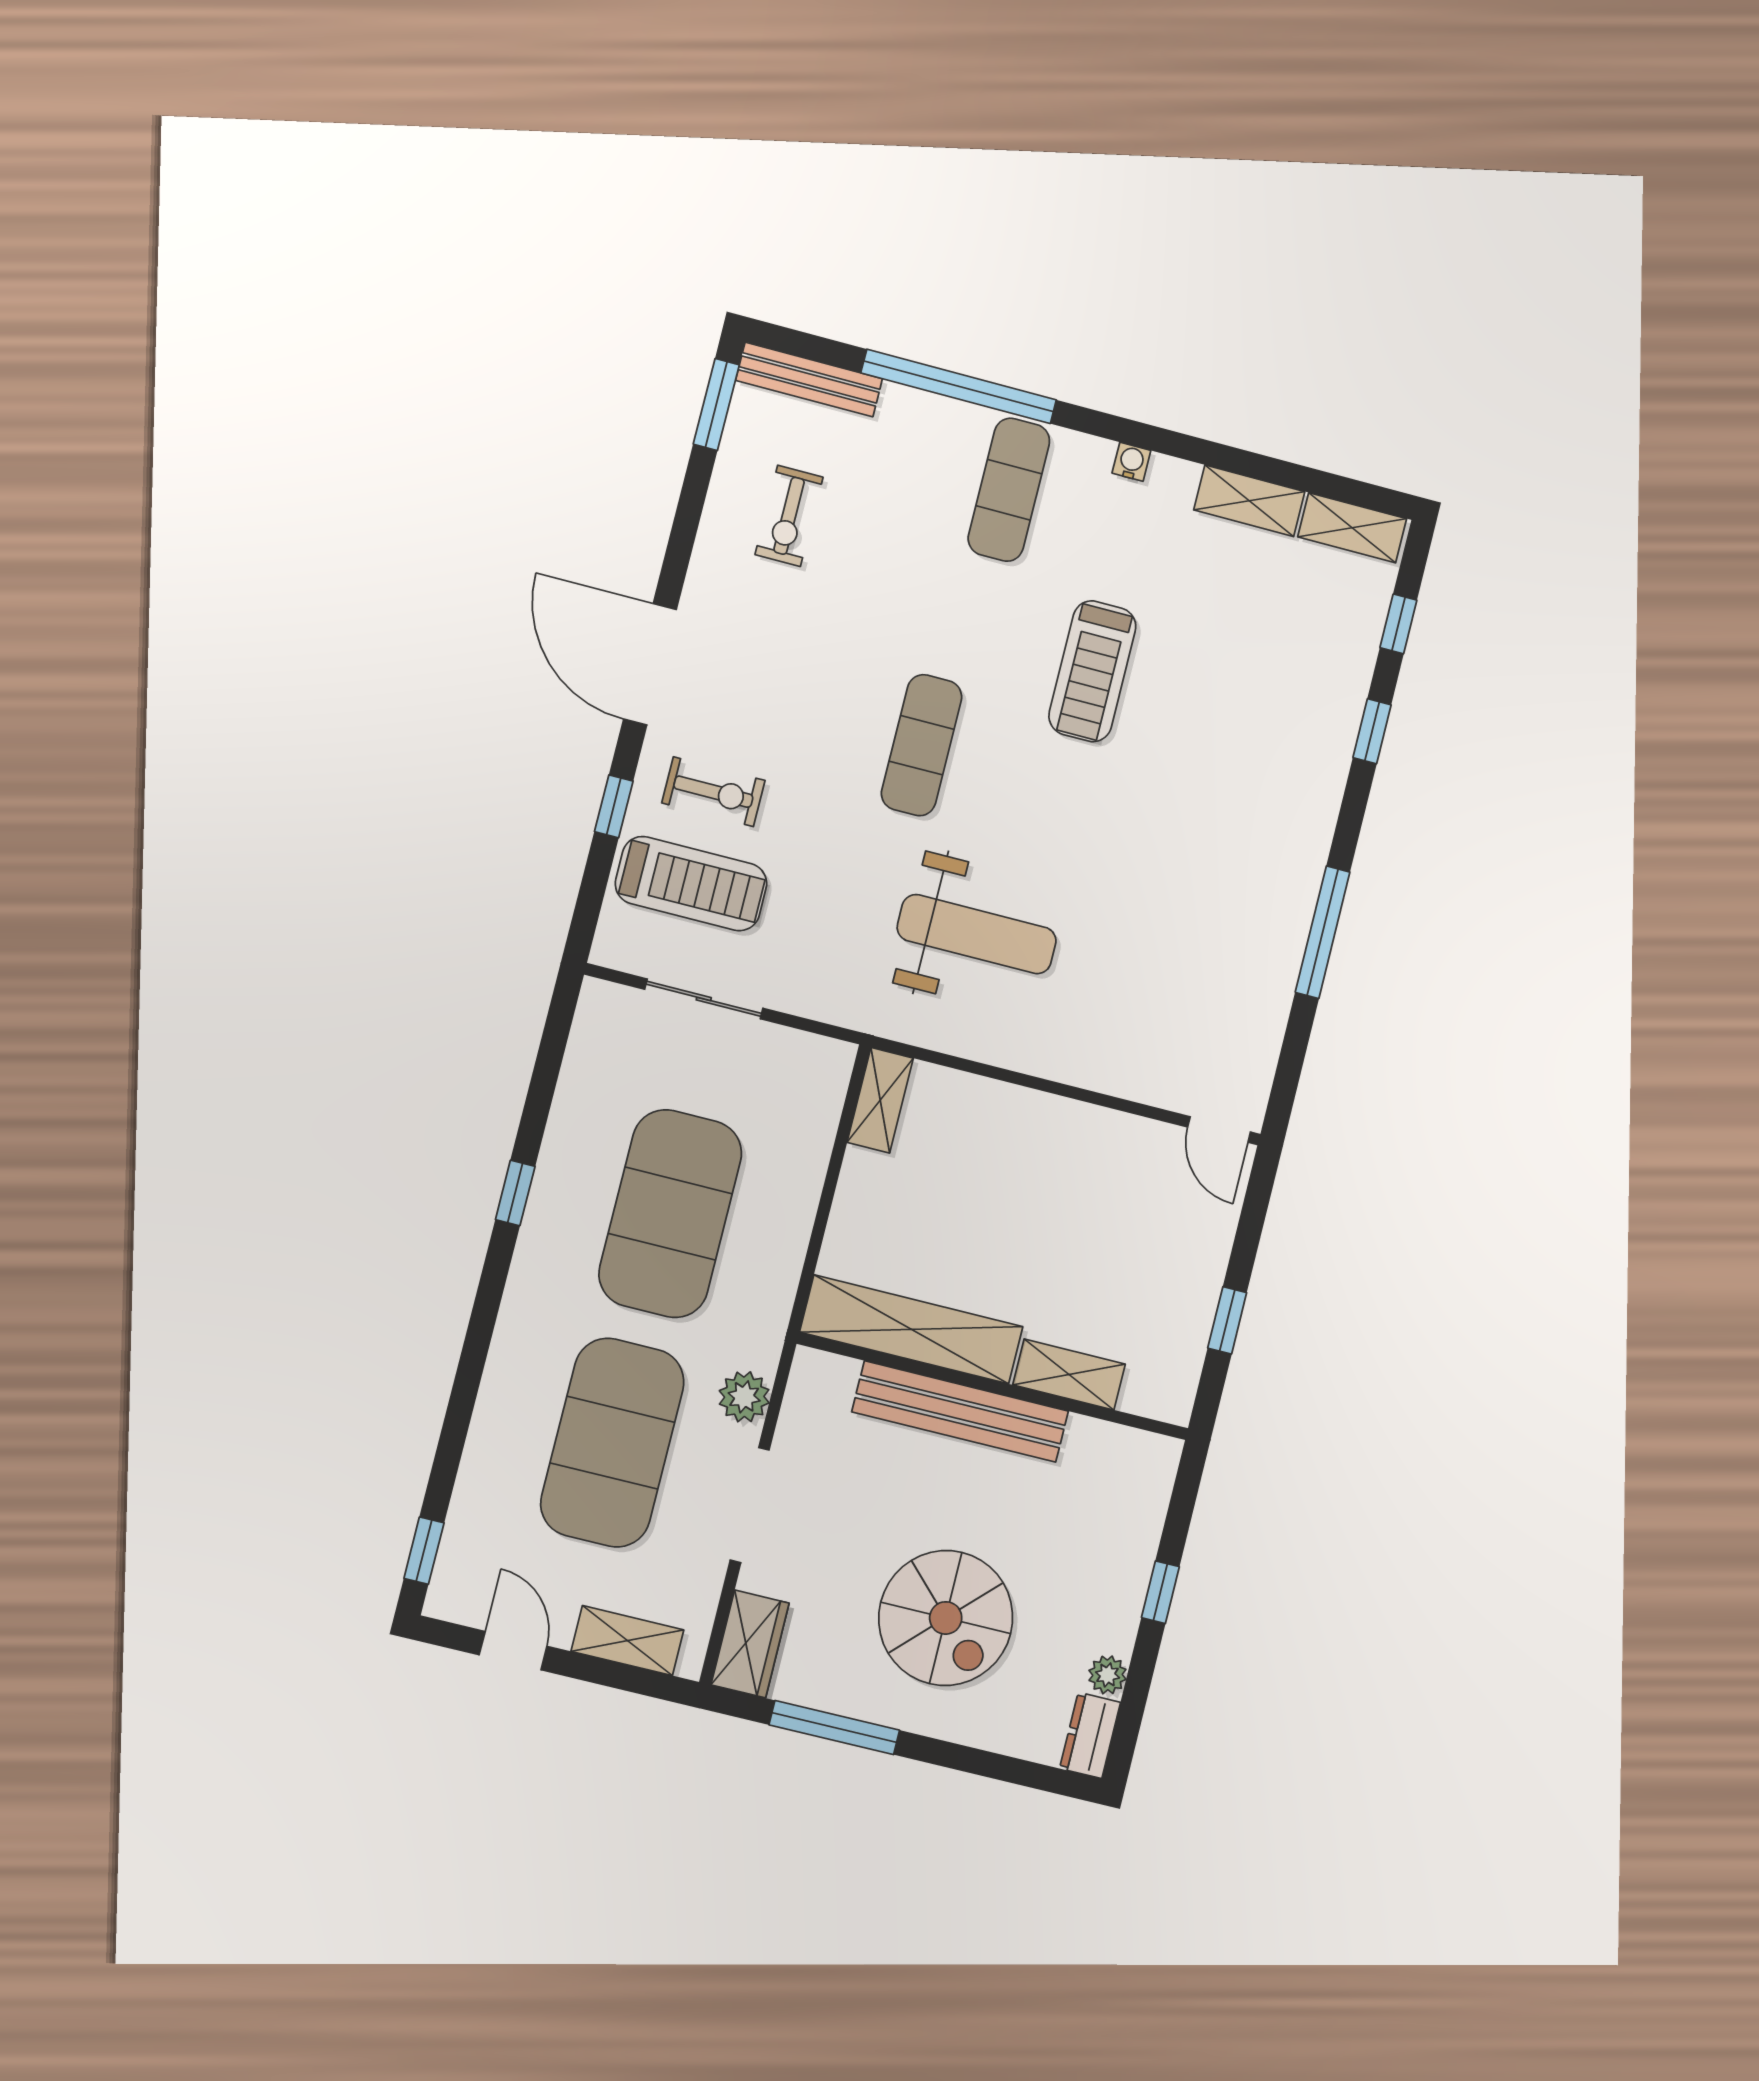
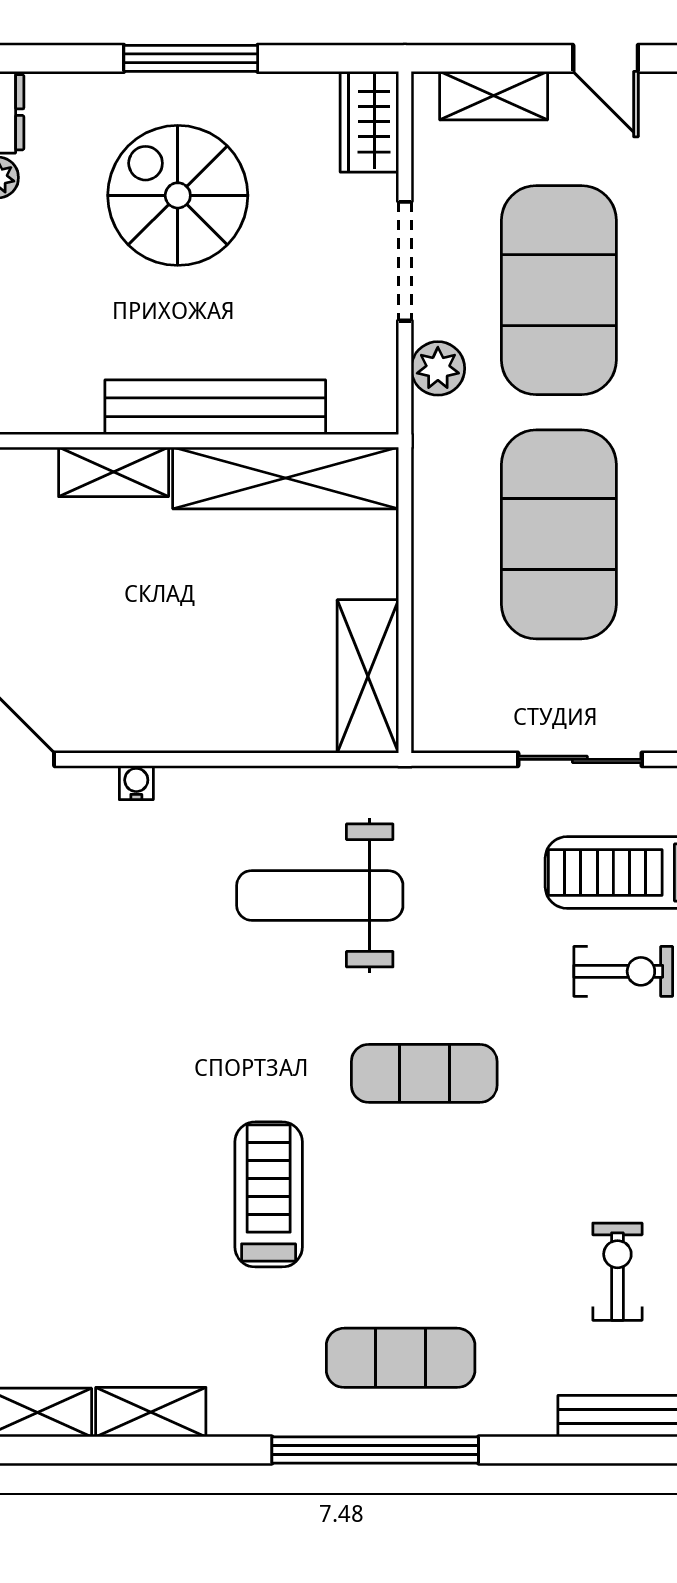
window: (959, 386) -> (375, 1450), moved
water cooler: (1131, 462) -> (136, 783), moved, turned 180
exercise mat: (1009, 490) -> (401, 1358), turned 90
exercise mat: (922, 745) -> (424, 1073), turned 90
exercise bike: (713, 792) -> (623, 971), turned 180
shelving: (880, 1100) -> (368, 676), width x1.50, depth x1.33
window: (834, 1728) -> (191, 58), moved

